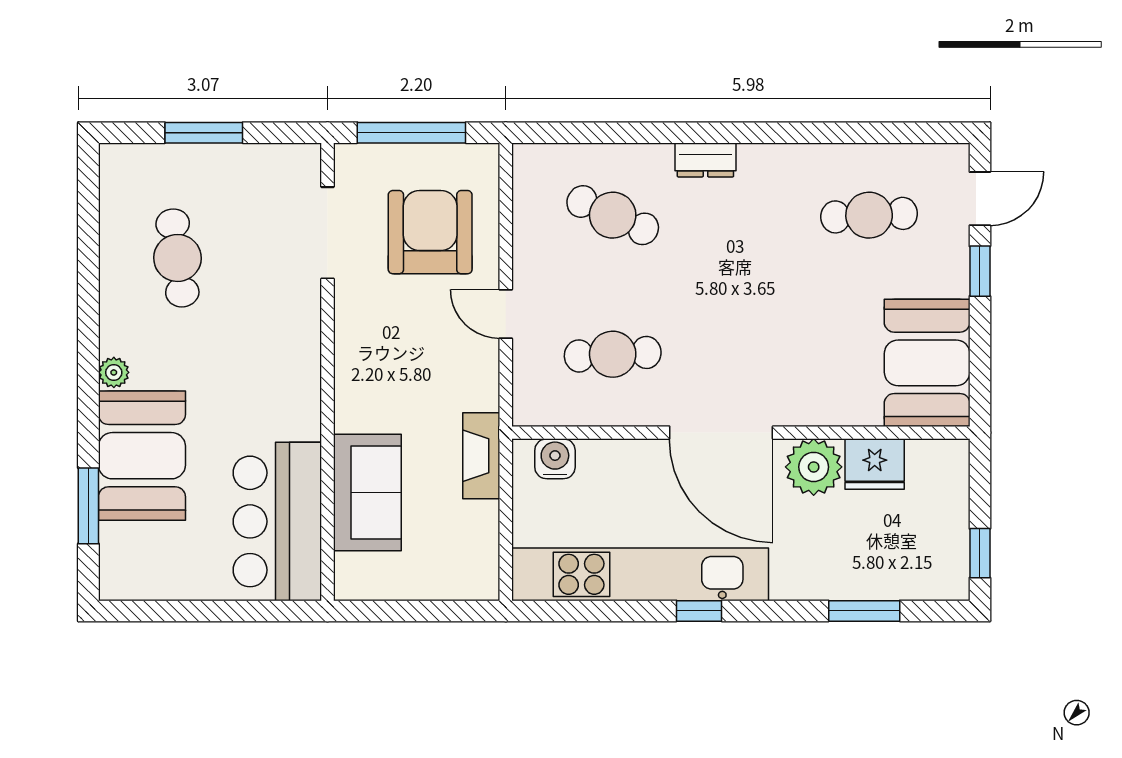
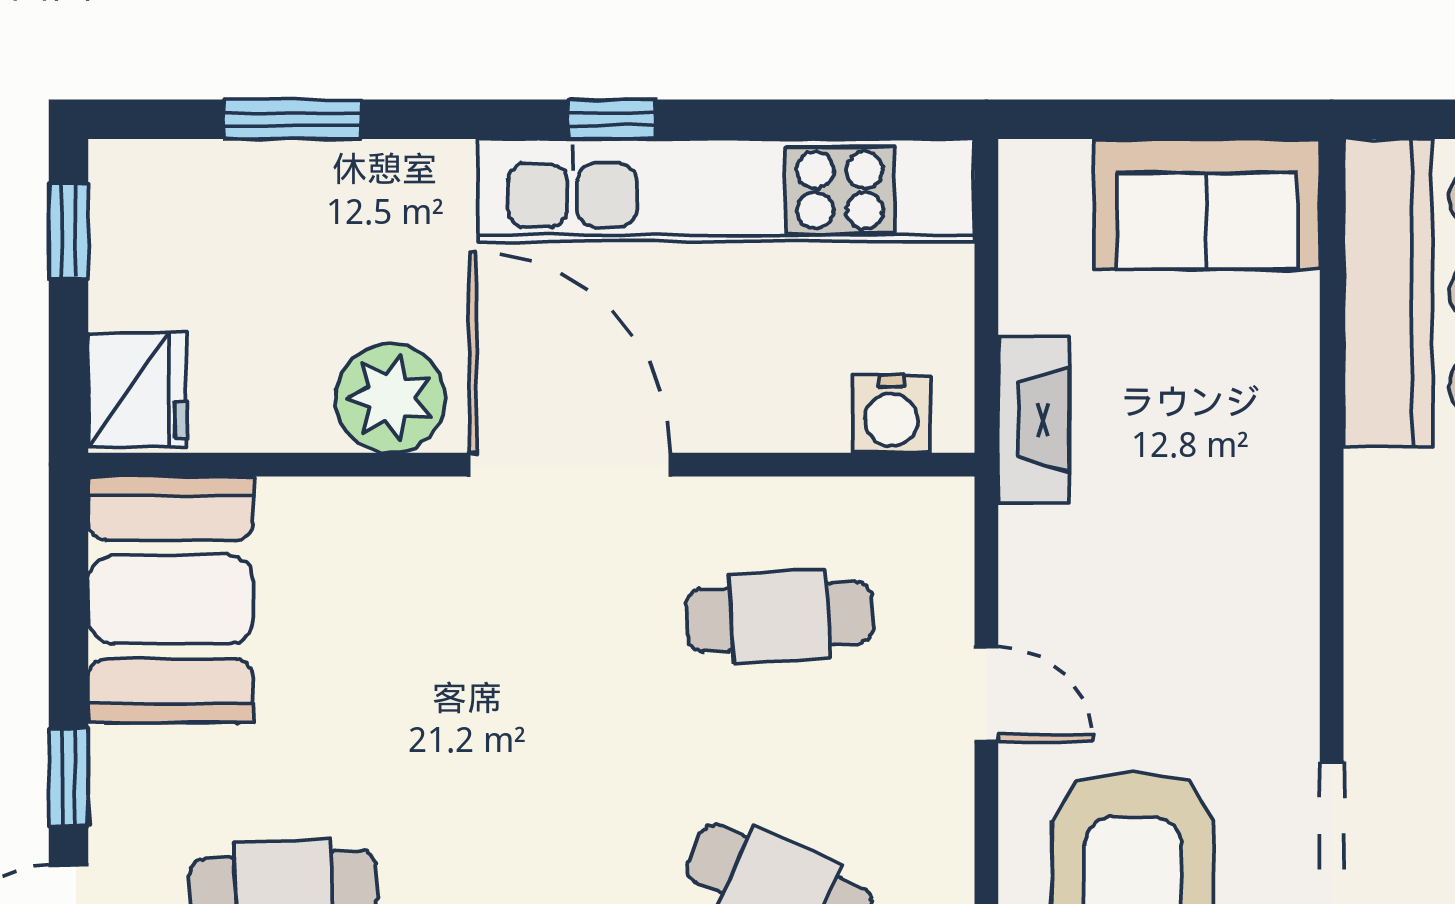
fridge: (875, 464) -> (137, 390), moved, turned 90
sofa: (367, 493) -> (1207, 204), moved, turned -90

